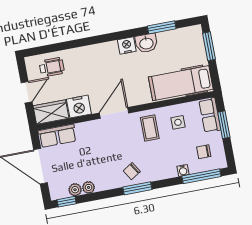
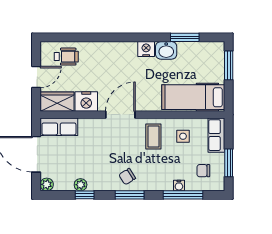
window: (224, 125) -> (229, 163), moved
window: (201, 176) -> (183, 195), moved
plant: (75, 190) -> (47, 184), moved
window: (67, 202) -> (85, 195), moved

